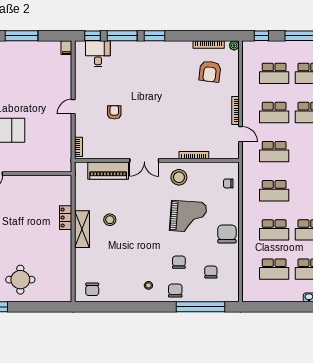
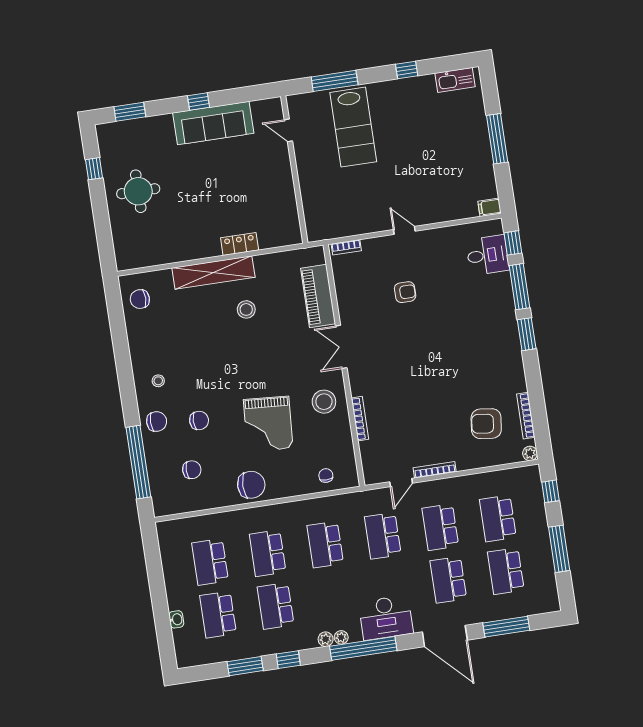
shelving: (82, 229) -> (213, 273), width x1.47

